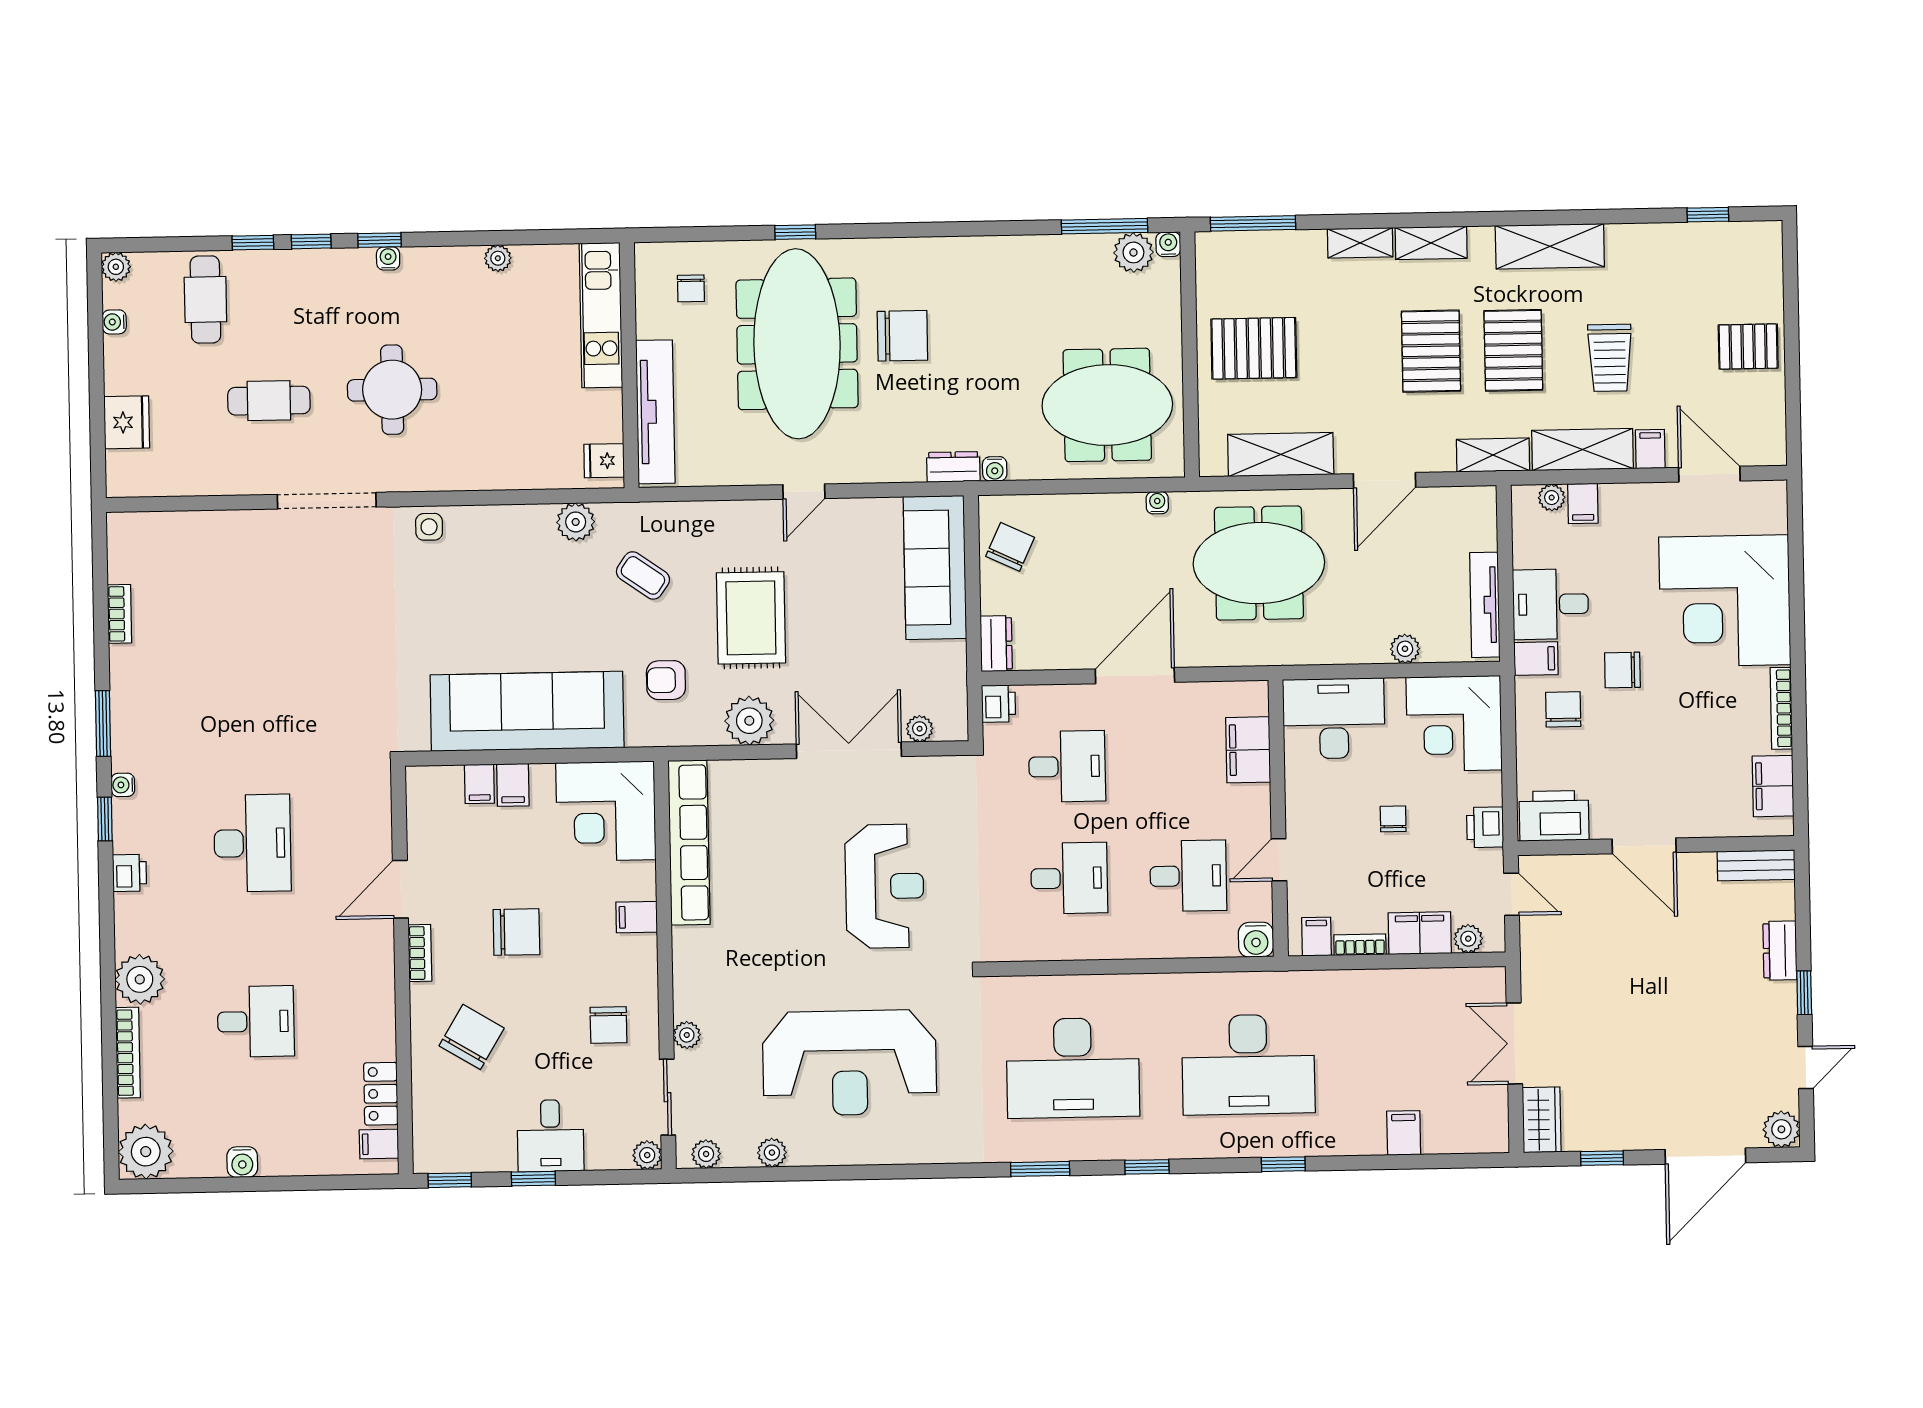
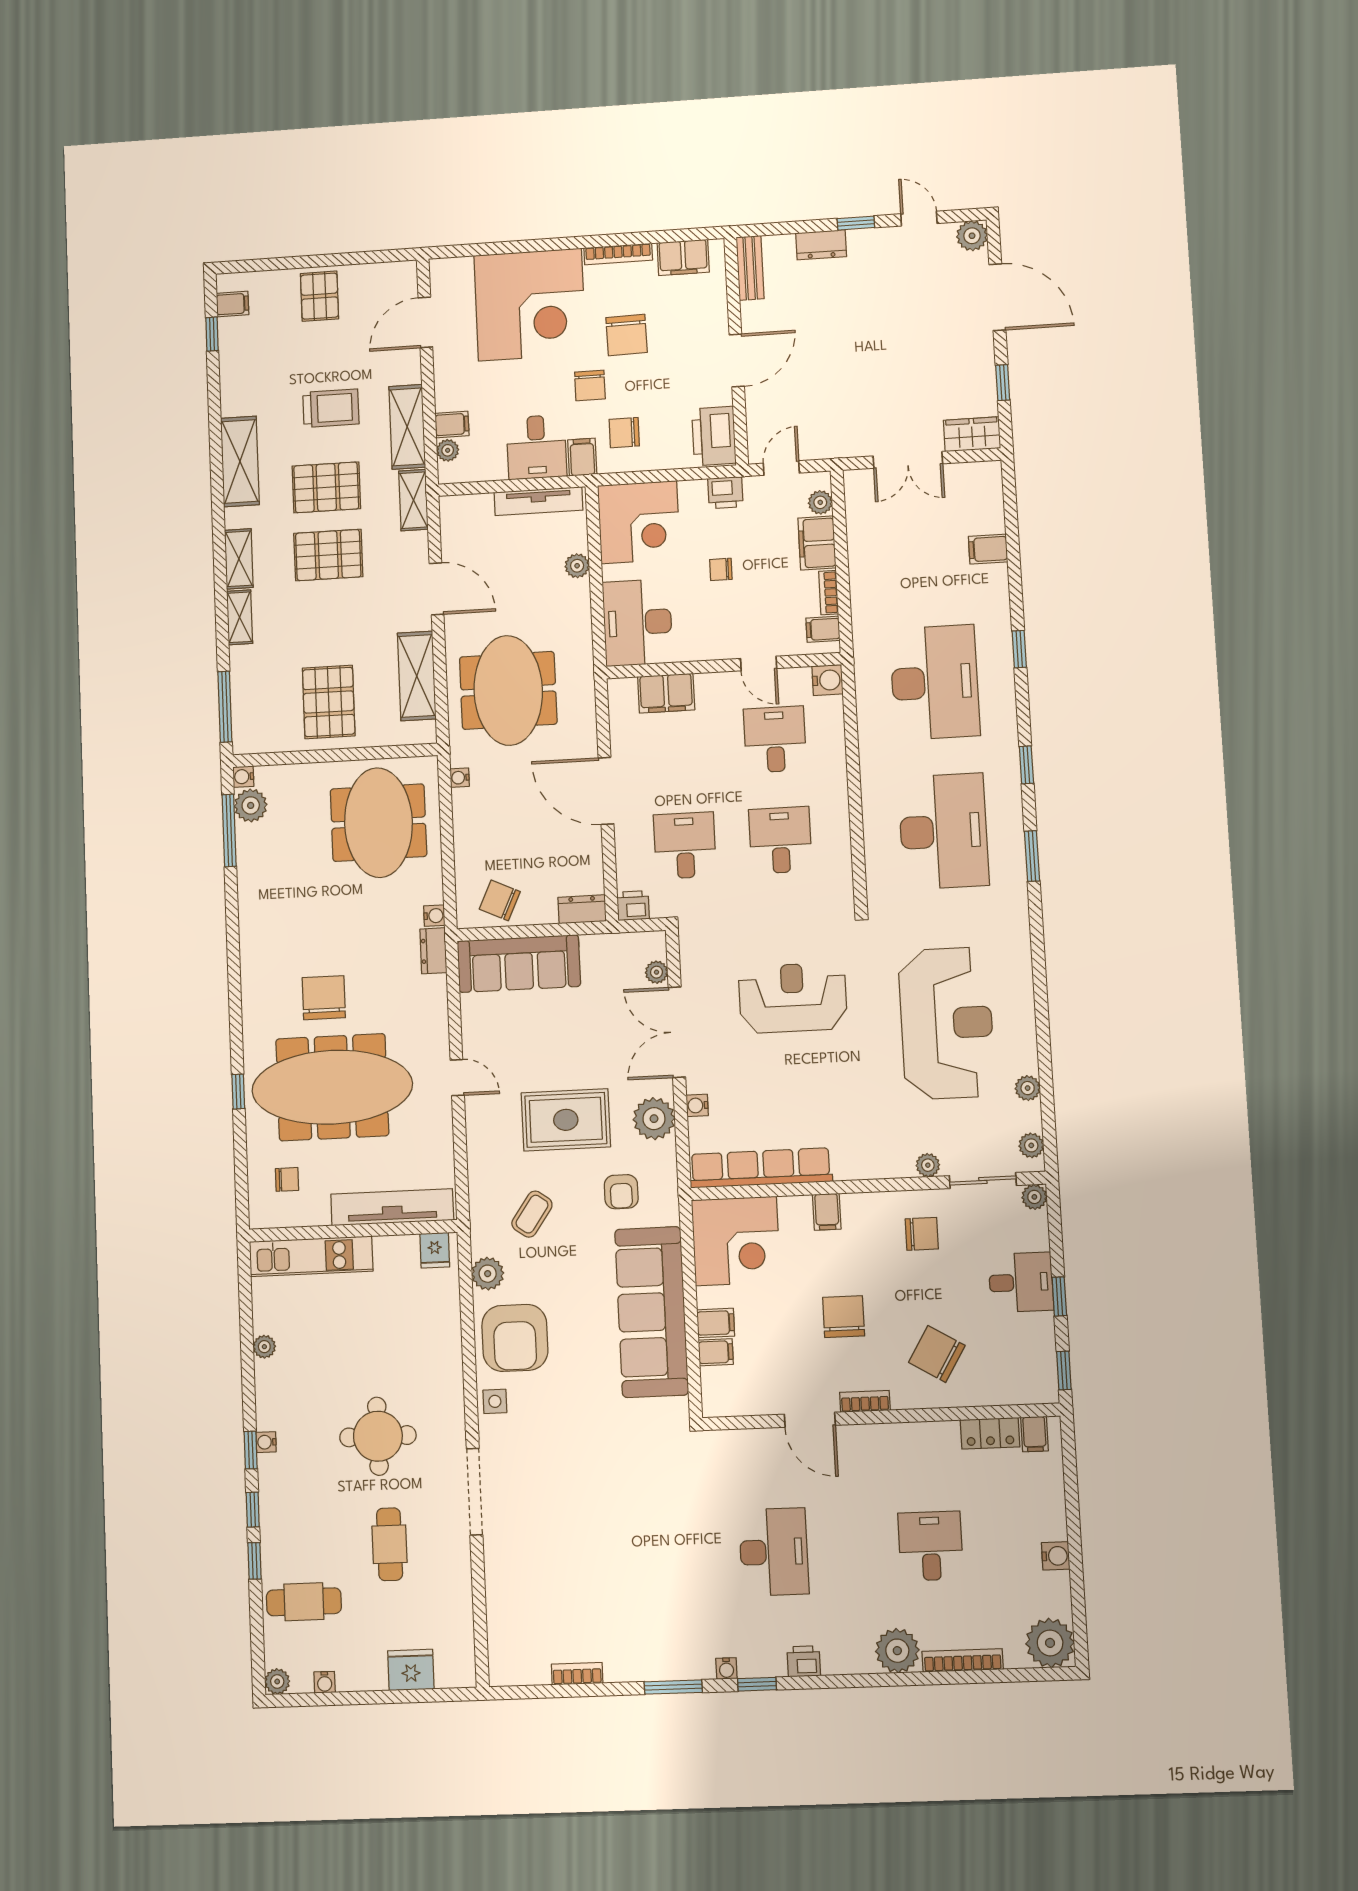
filing cabinet: (1650, 449) -> (232, 304), moved, turned 180
armchair: (501, 552) -> (515, 1338), added
chair: (1682, 716) -> (627, 335), added
water cooler: (763, 771) -> (697, 1105), added
desk: (252, 843) -> (774, 1552), turned 90

